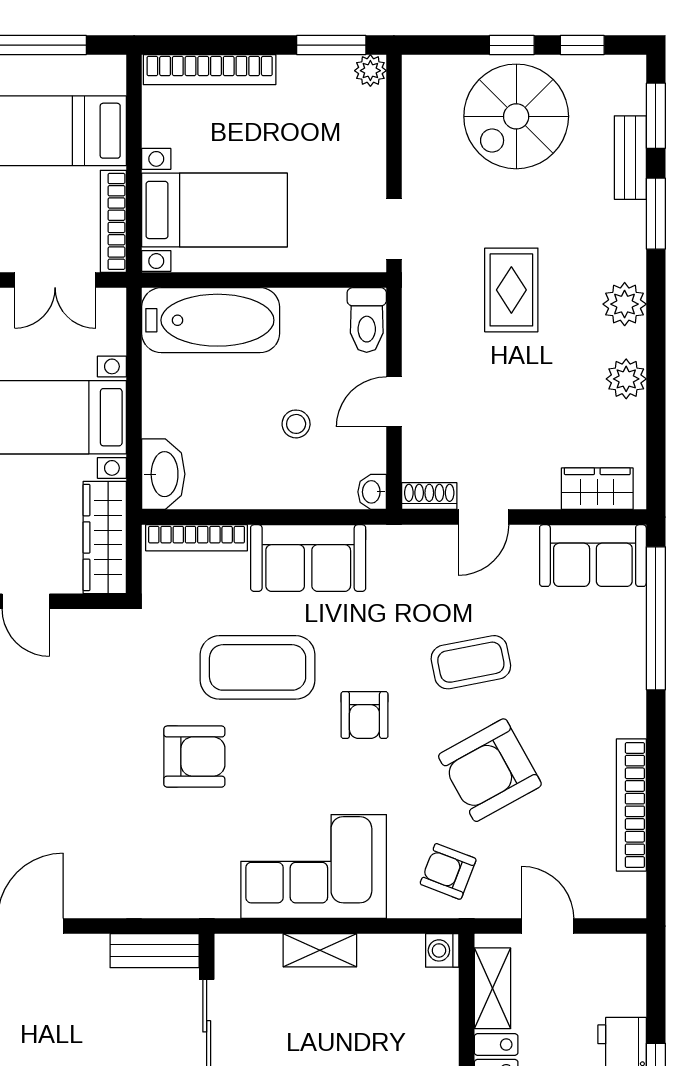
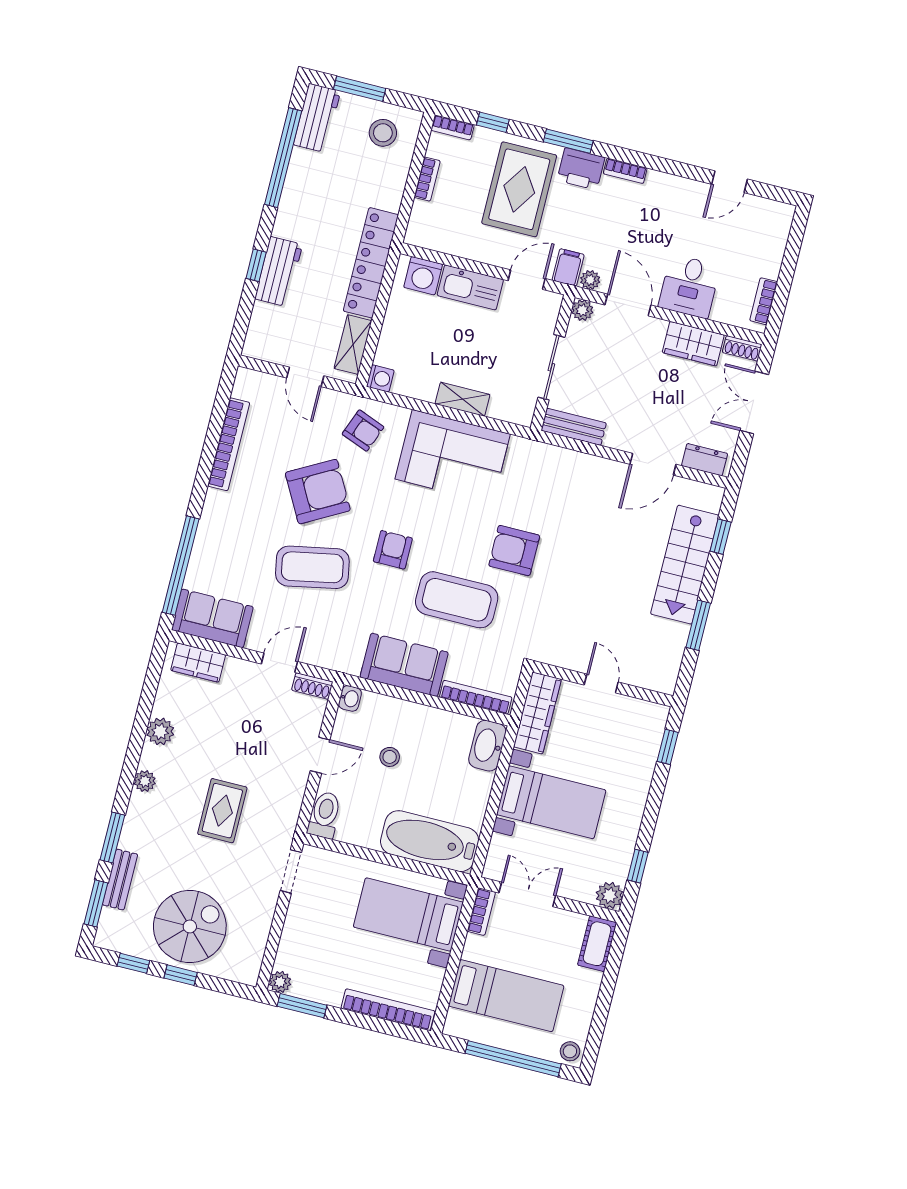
bookcase: (113, 221) -> (481, 912), width x0.64
plant: (625, 304) -> (145, 781), width x0.73, depth x0.73
coffee table: (471, 662) -> (312, 567), width x1.36, depth x1.32

